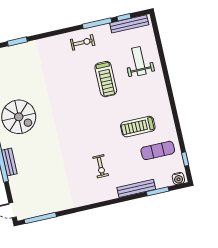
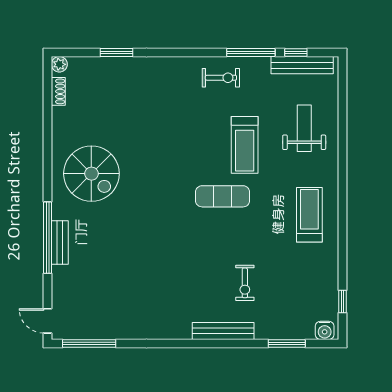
treadmill: (138, 127) -> (309, 215), moved, turned 90
exercise mat: (158, 150) -> (223, 196), moved
exercise bike: (101, 166) -> (245, 283), moved
bench: (136, 188) -> (223, 331), moved

